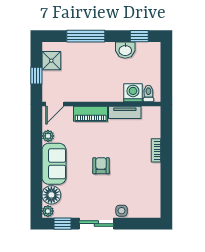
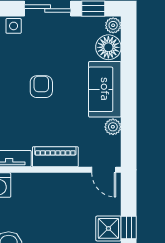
window: (36, 76) -> (129, 228), moved
door: (55, 104) -> (104, 170), swing flipped
armchair: (101, 166) -> (41, 87), turned 180

